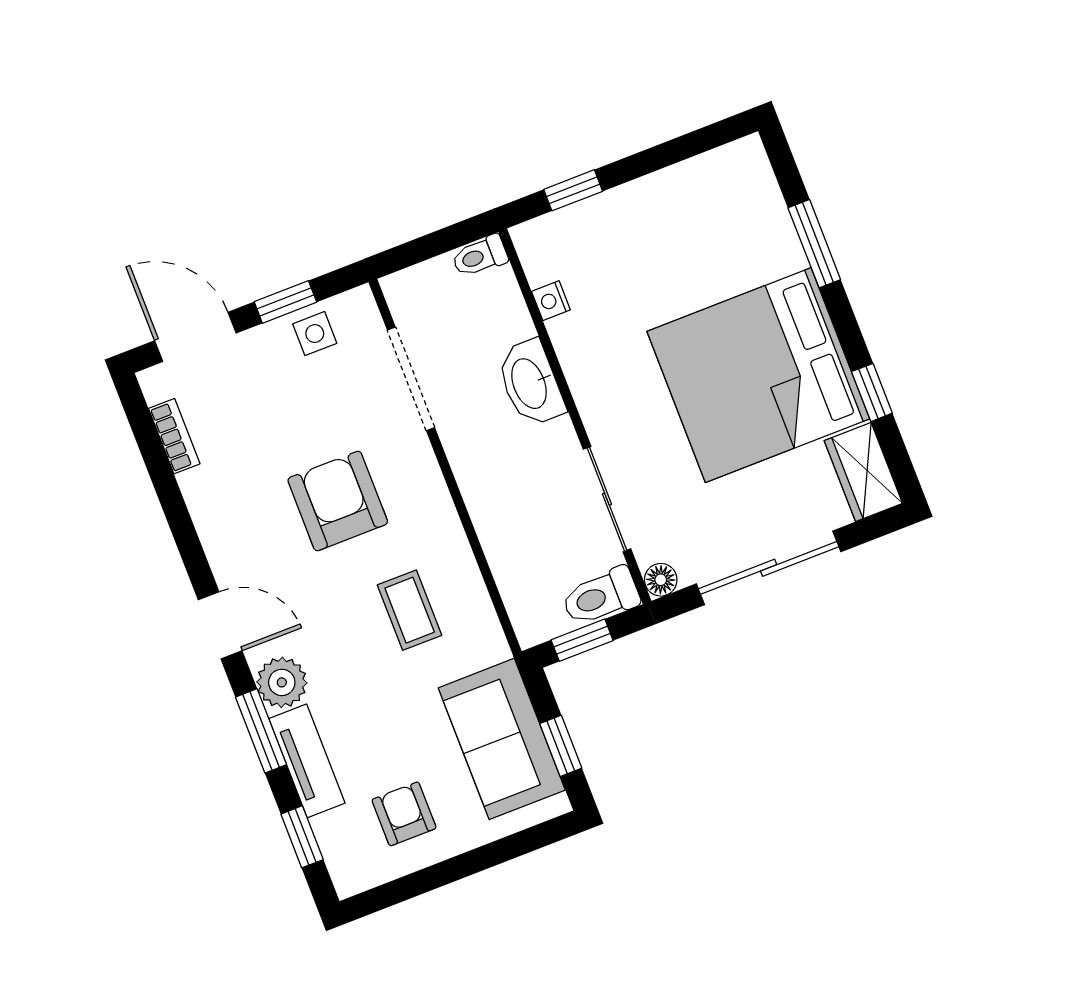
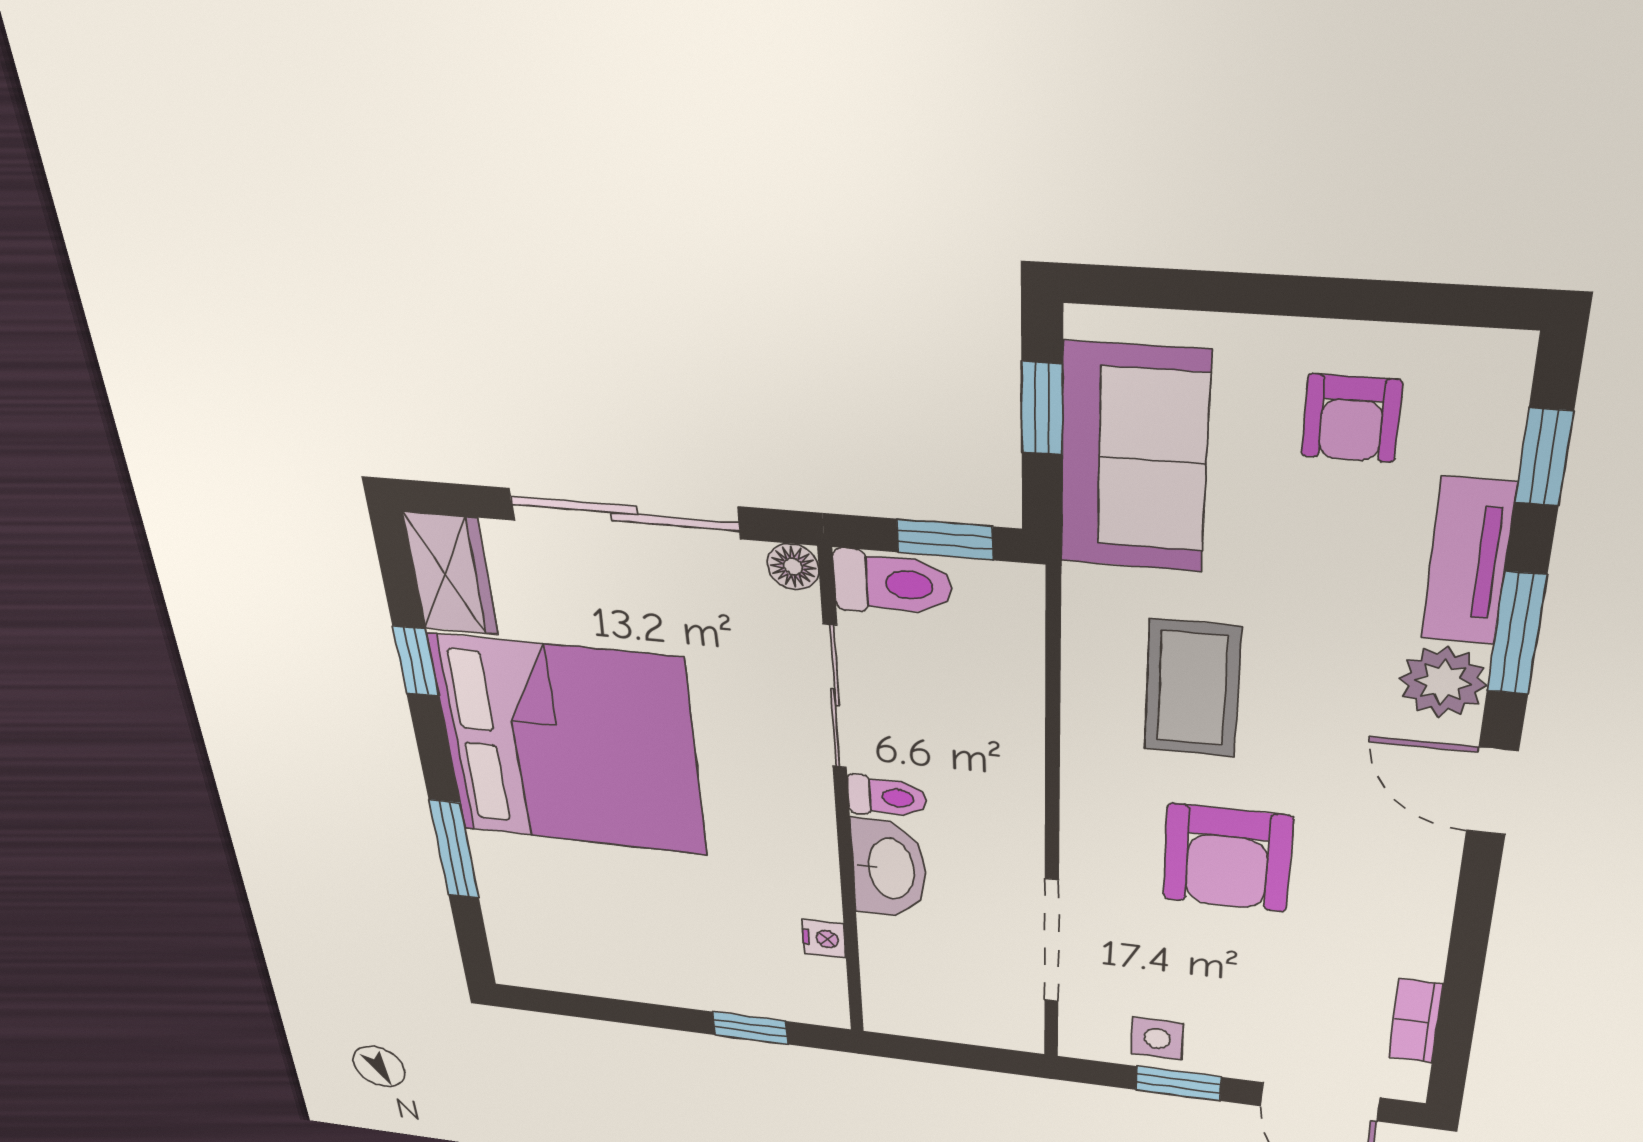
toilet: (480, 256) -> (887, 797), moved
coffee table: (410, 610) -> (1192, 689), width x1.36, depth x1.30

